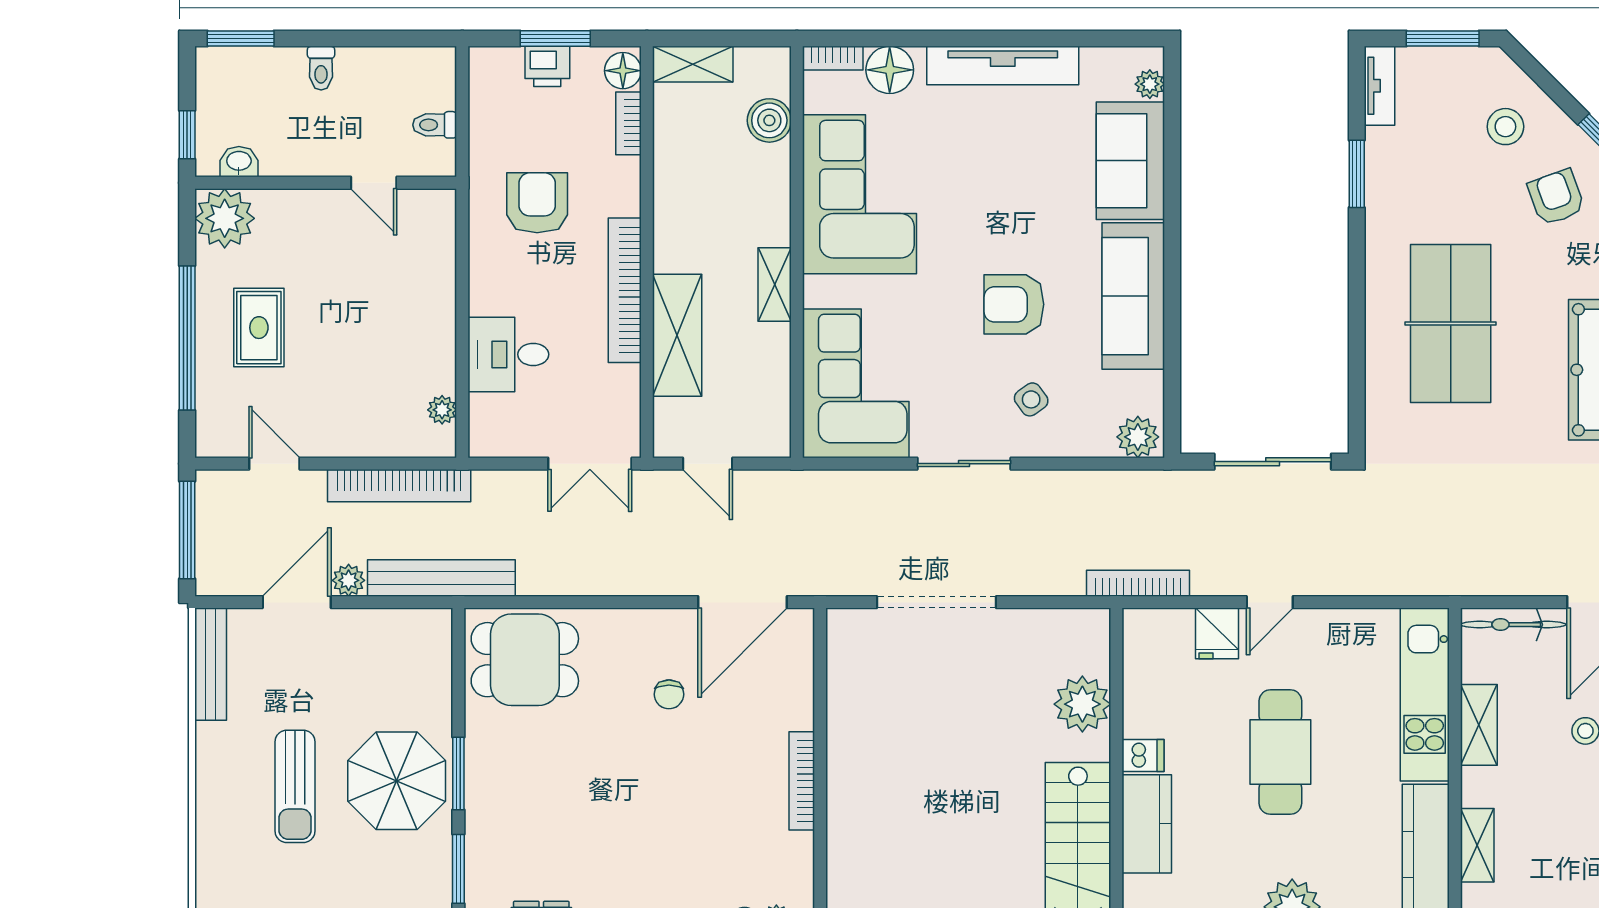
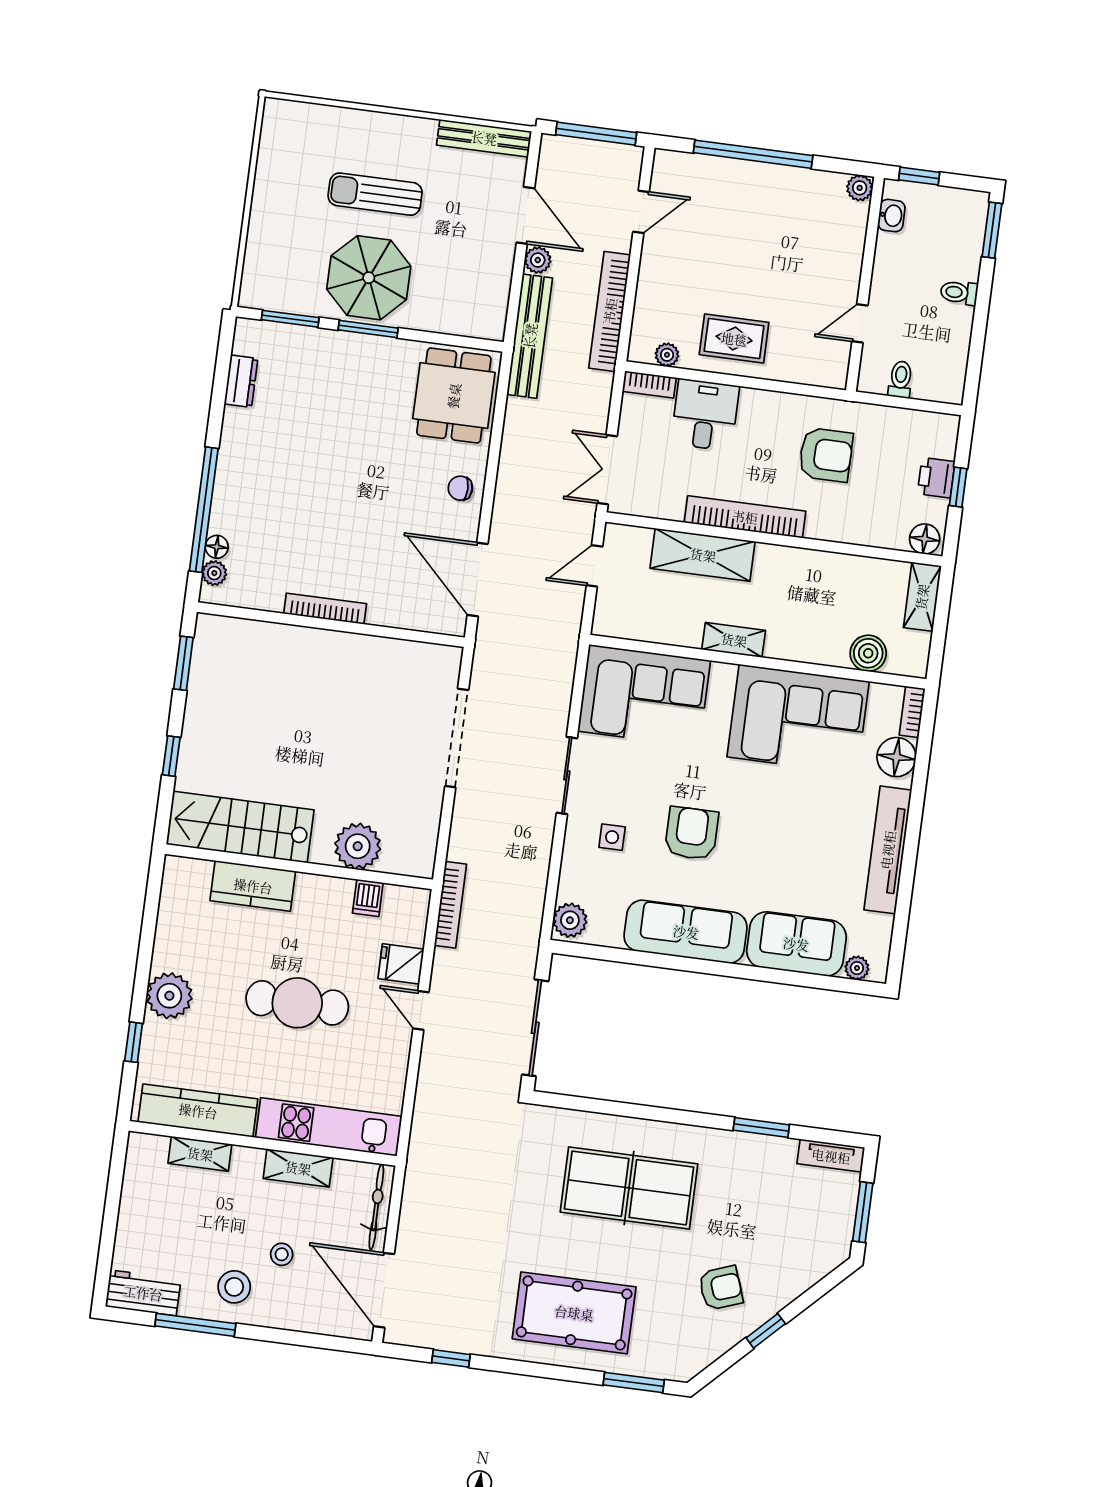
window: (555, 38) -> (958, 487), width x0.67
bookcase: (629, 123) -> (649, 384), moved, turned 180
stool: (1505, 127) -> (784, 1254), removed
plant: (225, 218) -> (860, 188), width x0.53, depth x0.53
rug: (259, 328) -> (734, 339), moved
side table: (1031, 399) -> (612, 837), turned 36
chair: (669, 694) -> (460, 488), moved
dishwasher: (1143, 755) -> (368, 898), moved

